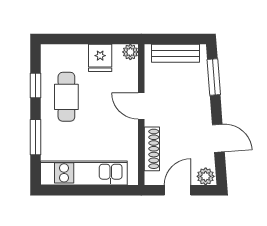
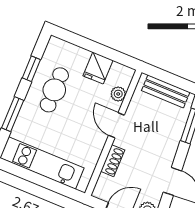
plant: (130, 52) -> (118, 94), moved
shoe rack: (152, 149) -> (113, 161), width x0.70

